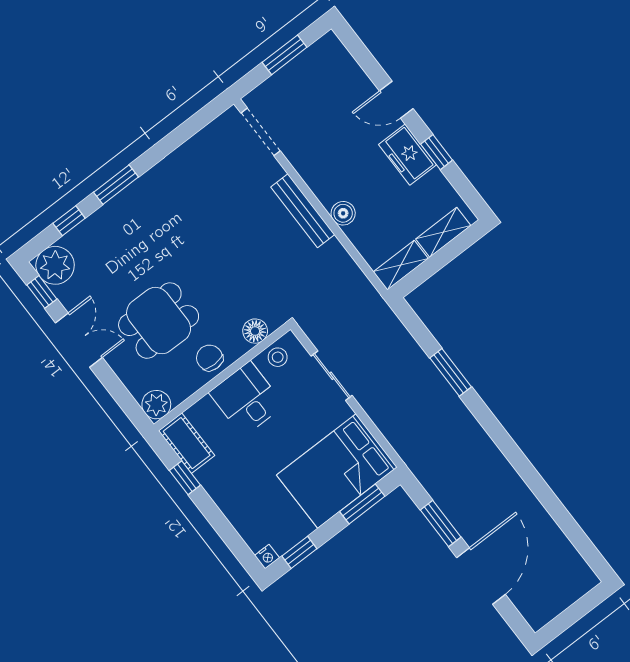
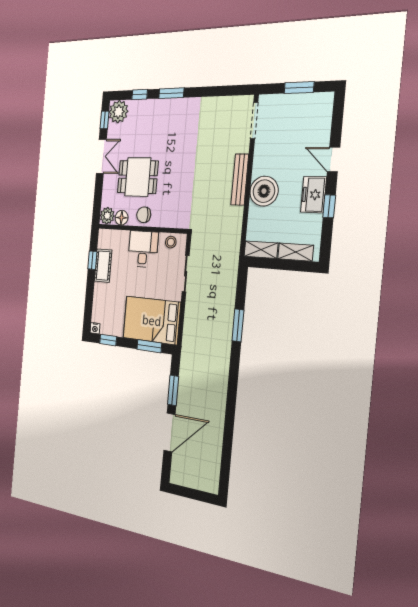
boiler: (343, 213) -> (264, 191), width x1.86, depth x1.86
floor lamp: (255, 331) -> (122, 218), moved
chair: (210, 358) -> (144, 215), turned -90
cot: (187, 443) -> (103, 266), moved

